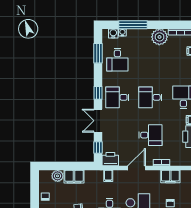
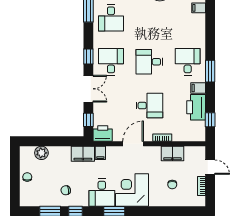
desk: (117, 97) -> (111, 62), turned 90
double door: (98, 121) -> (88, 89), swing flipped
filing cabinet: (74, 177) -> (83, 154), moved

